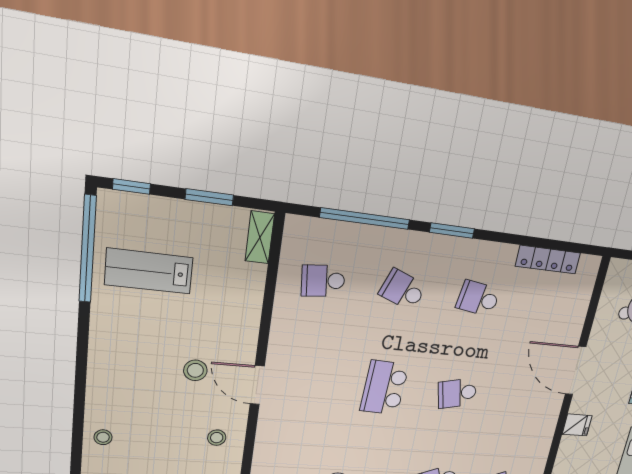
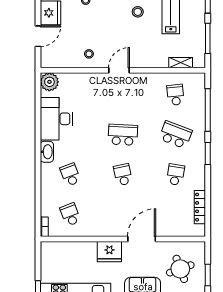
window: (209, 197) -> (208, 38), width x1.44
shelving: (260, 237) -> (181, 63), moved
school desk: (403, 290) -> (176, 135), width x1.85
stool: (195, 370) -> (138, 12), moved
fridge: (577, 425) -> (109, 252), width x1.88, depth x1.34

